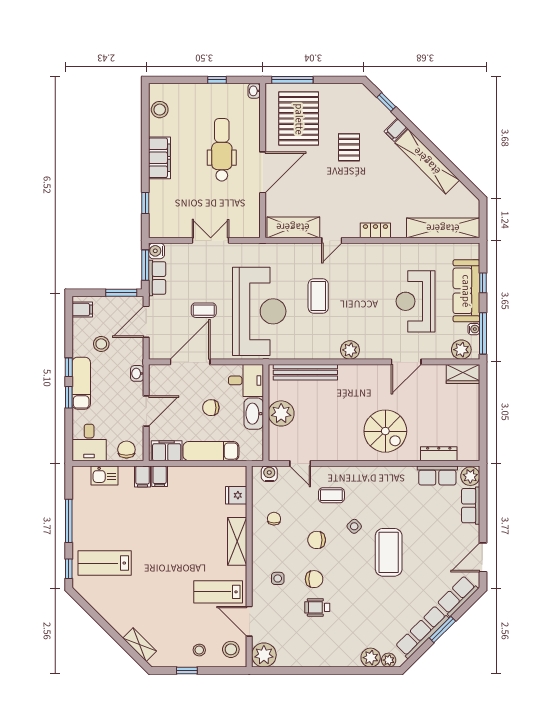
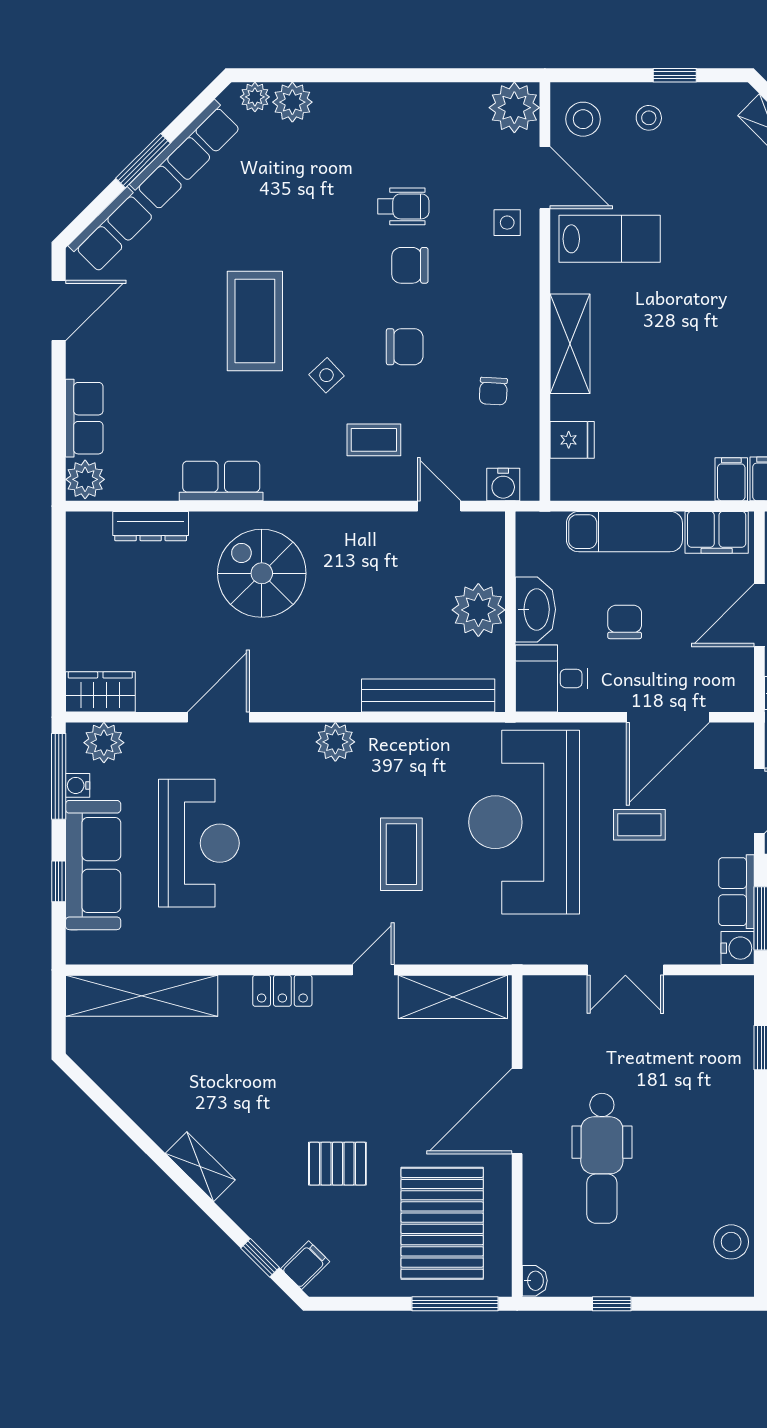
filing cabinet: (396, 130) -> (305, 1265), moved
pallet: (349, 147) -> (337, 1164), turned 90
filing cabinet: (159, 158) -> (732, 1142), removed
shelving: (427, 161) -> (200, 1167), width x0.45, depth x0.75
chair: (211, 408) -> (625, 622), turned -90
row of seats: (437, 475) -> (221, 481), moved
side table: (278, 578) -> (507, 223), moved

